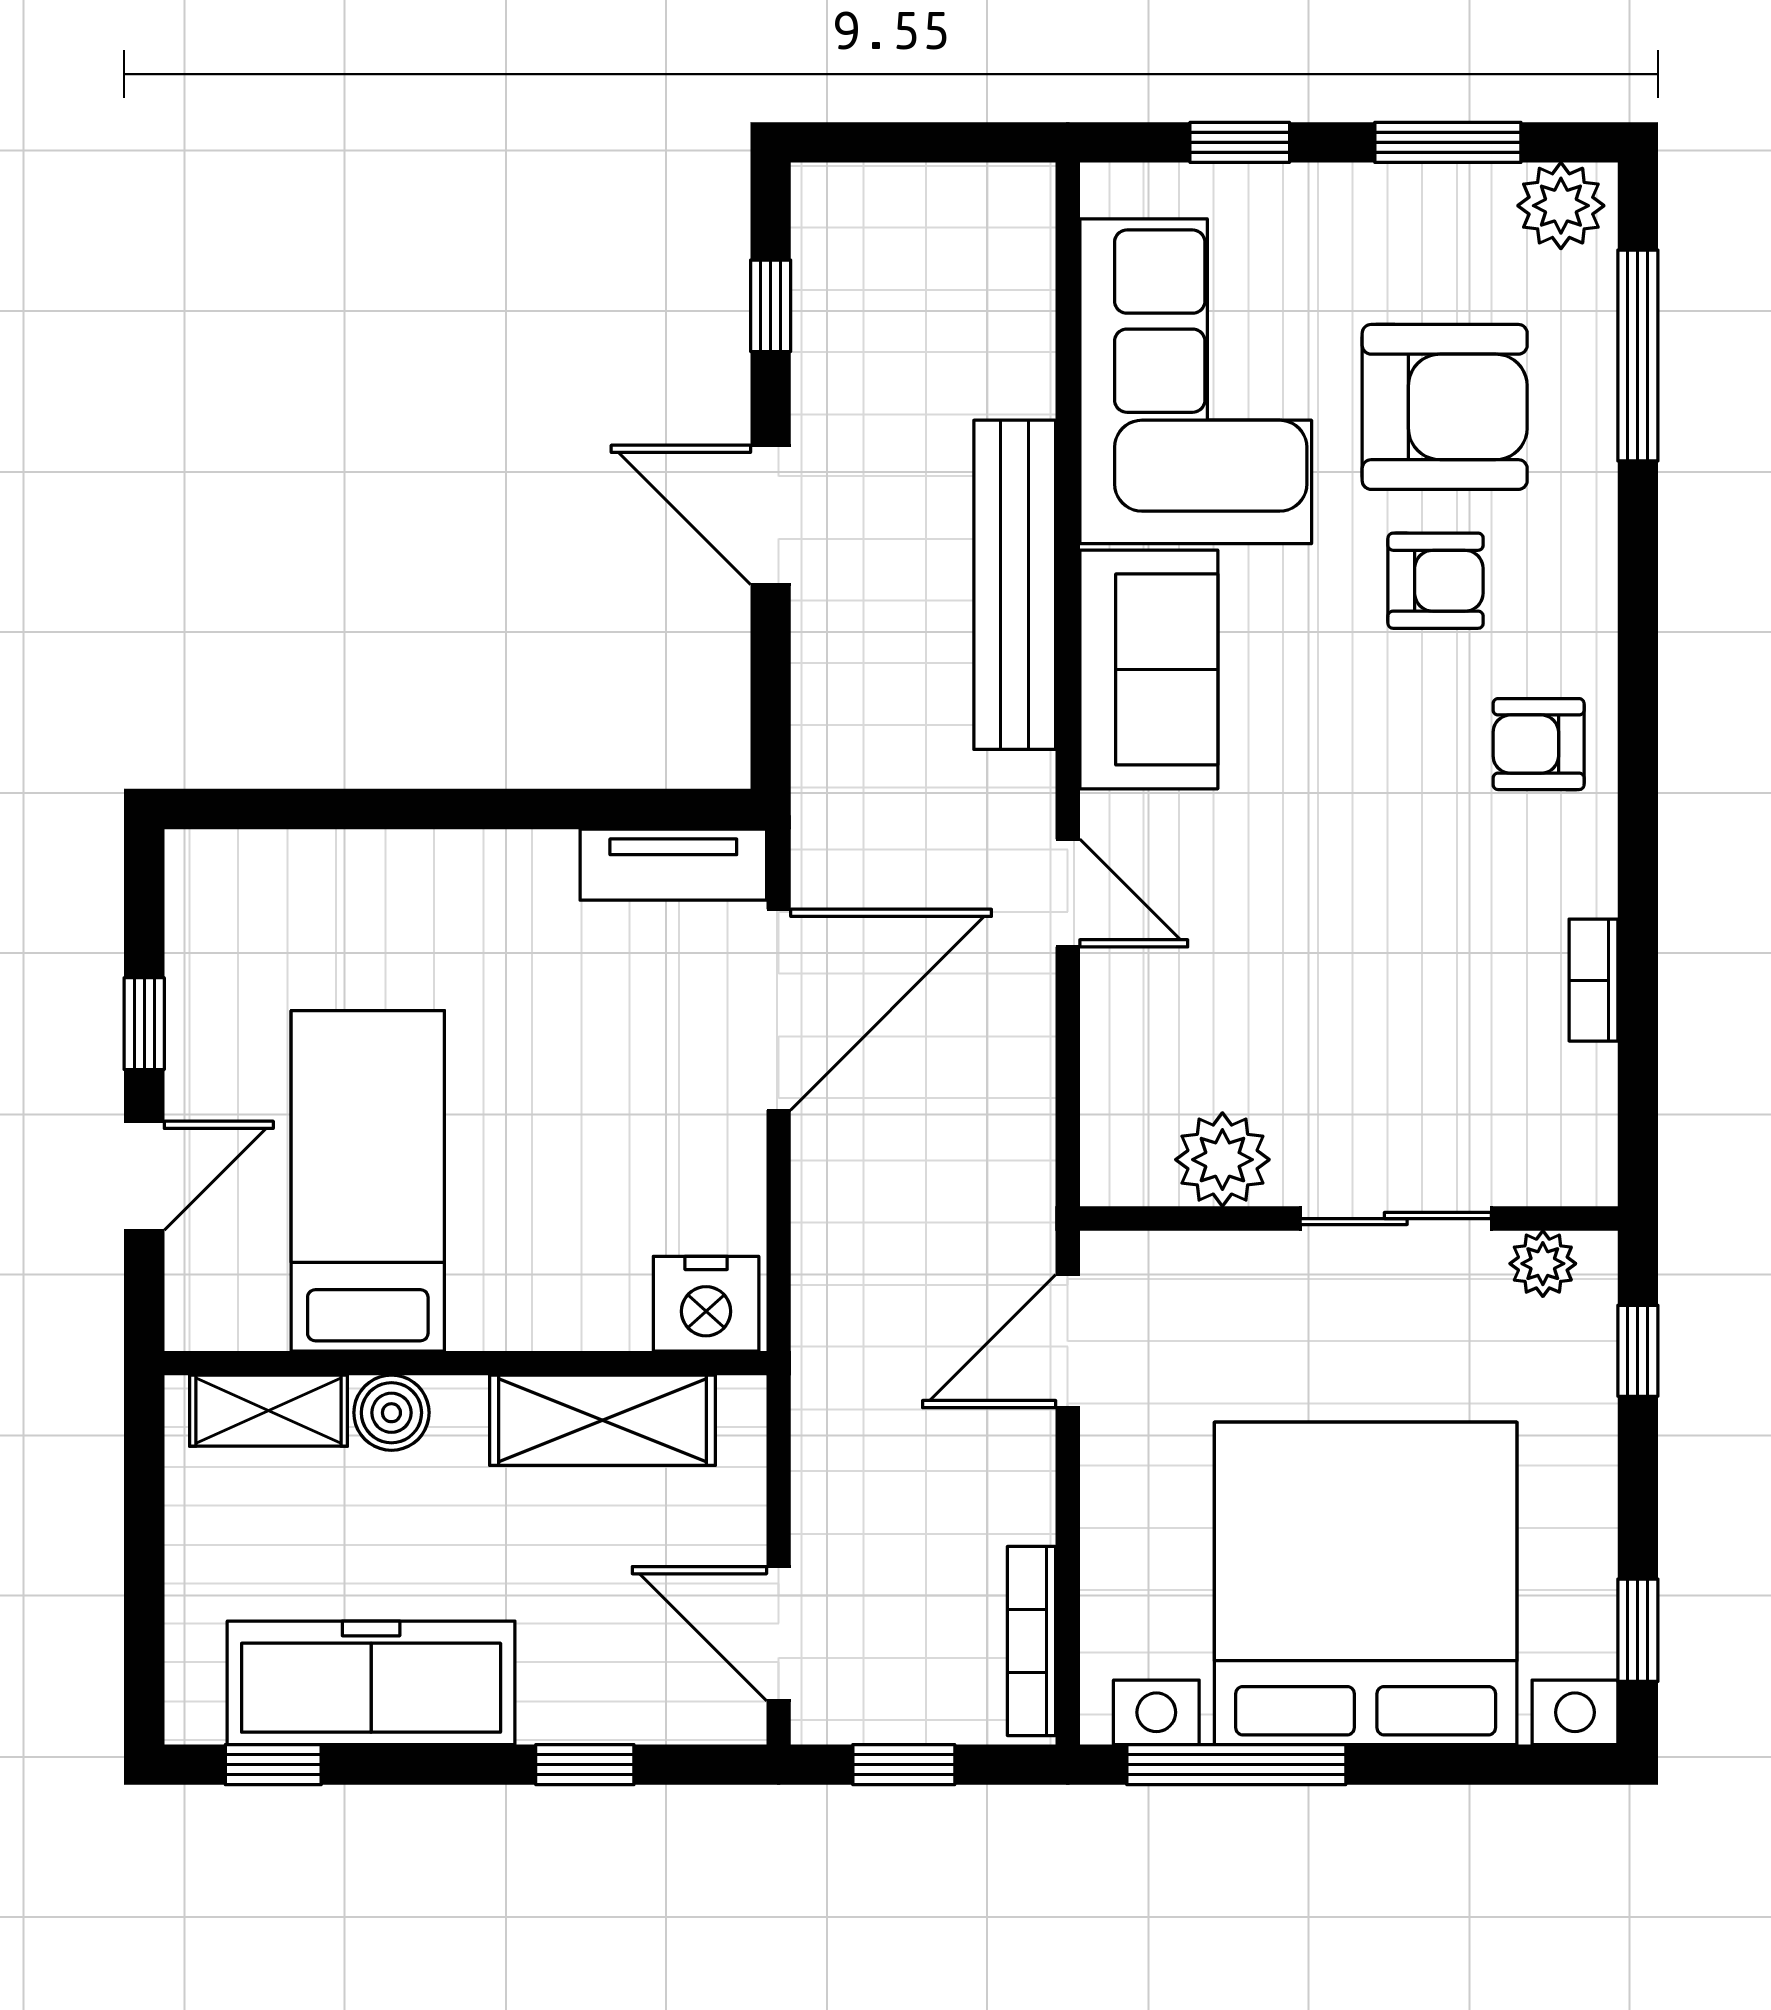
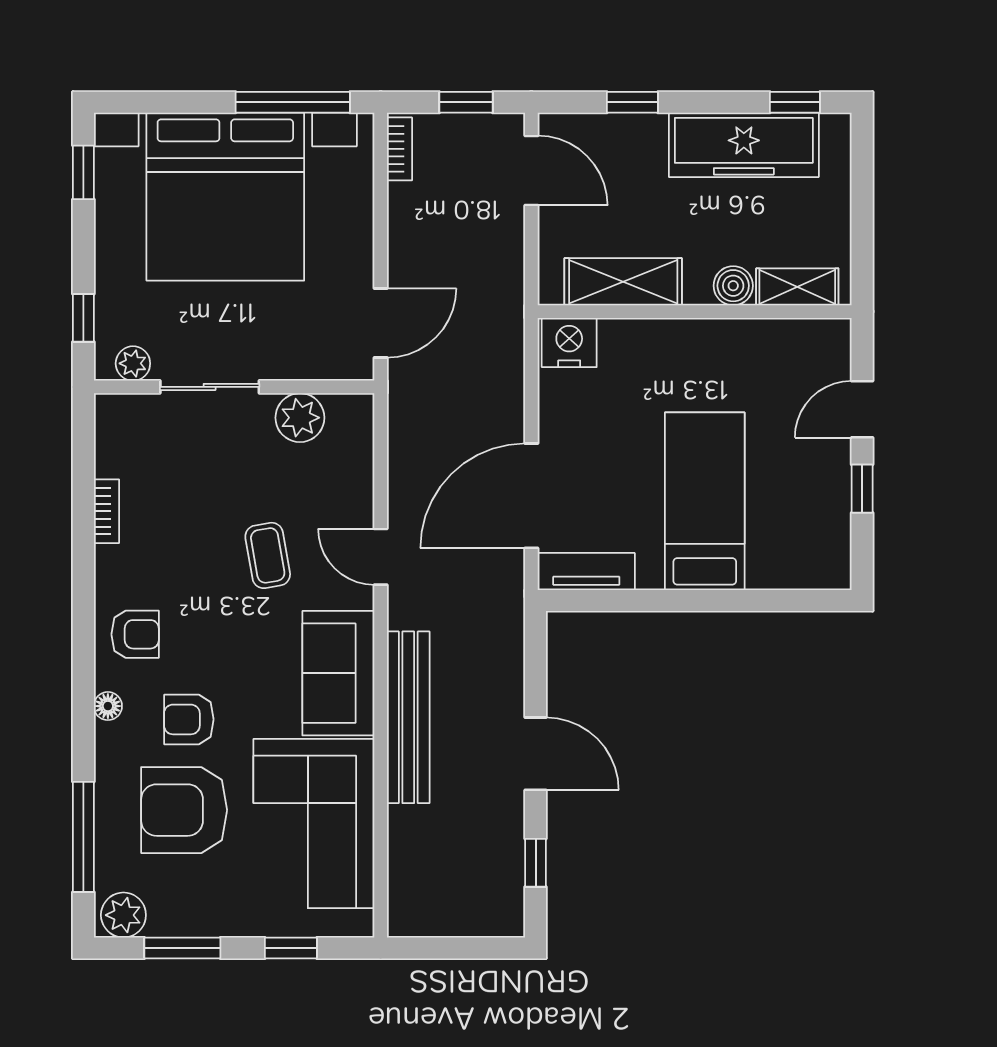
floor lamp: (1591, 606) -> (108, 706), added
coffee table: (1284, 895) -> (268, 555), added
bed: (368, 1181) -> (705, 501), moved, turned 180
bookcase: (1031, 1641) -> (400, 149), width x0.64

